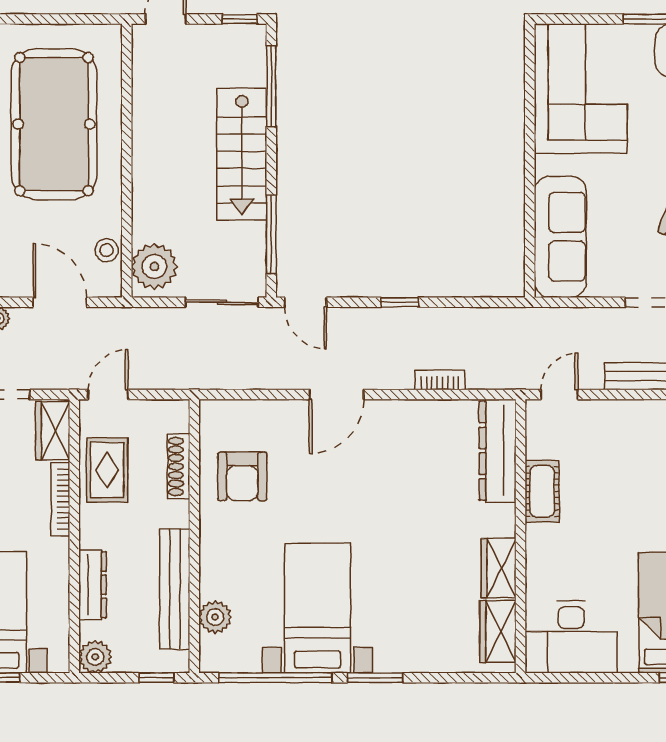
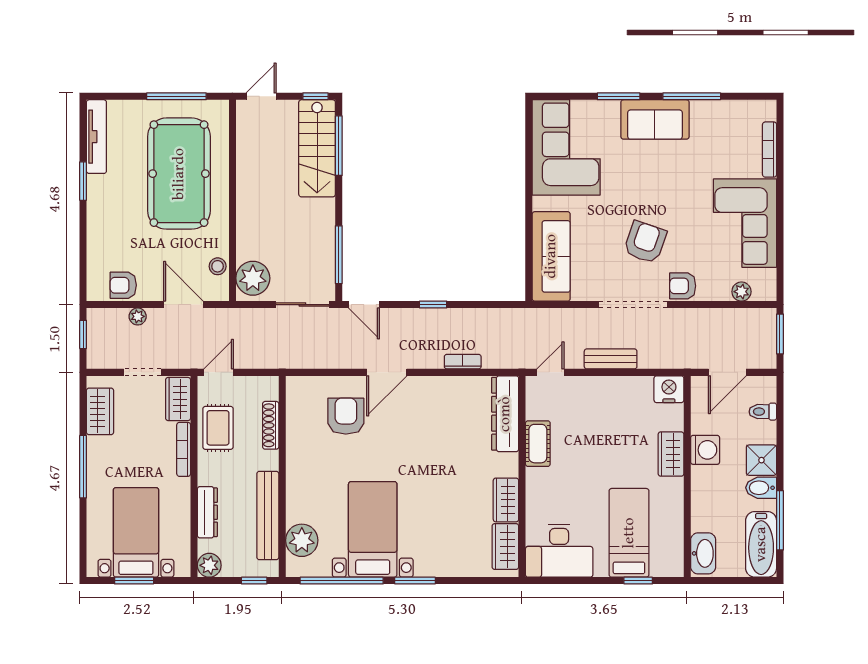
window: (51, 19) -> (176, 96), added
stairs: (242, 154) -> (317, 148), moved
armchair: (242, 476) -> (346, 416), moved, turned 180
plant: (215, 617) -> (302, 540), width x1.36, depth x1.36

